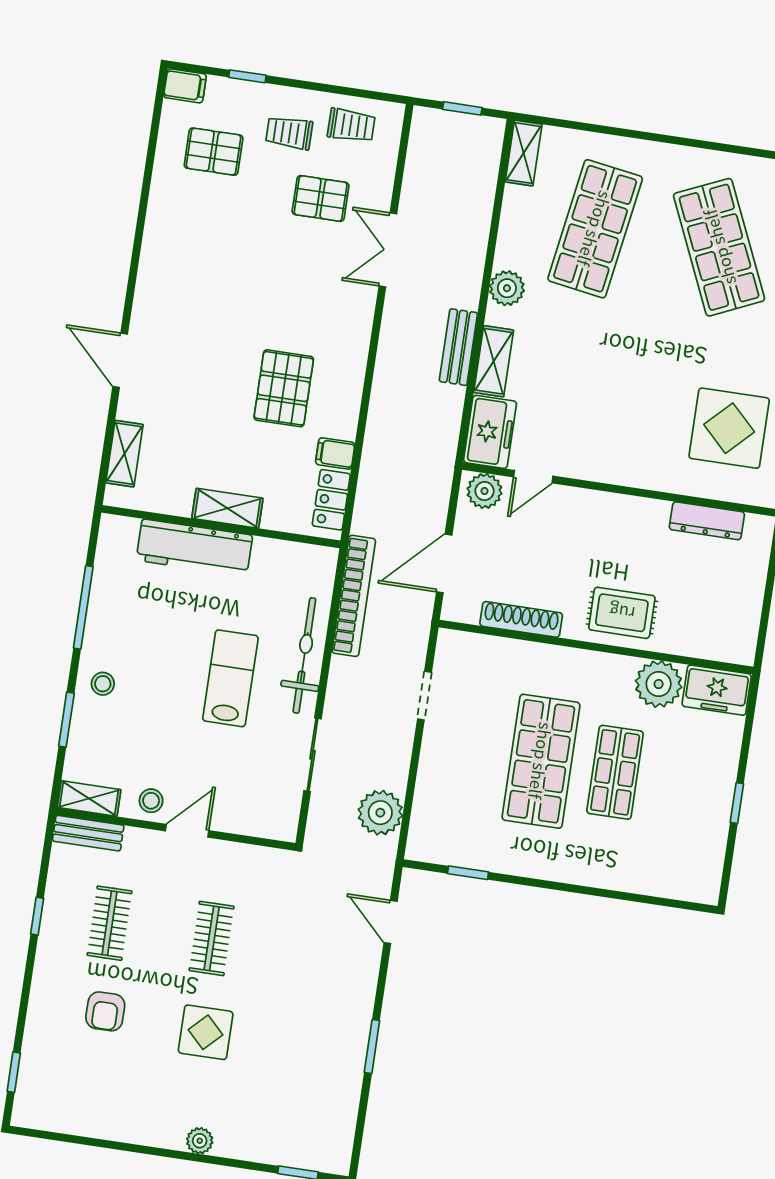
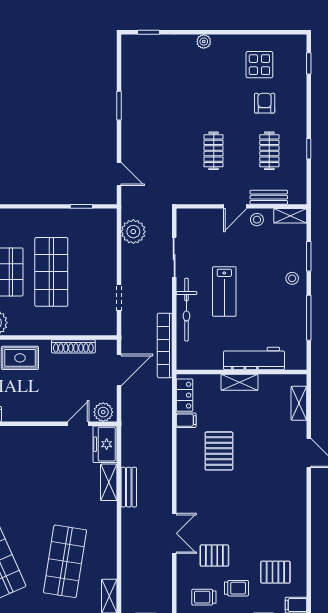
plant: (507, 288) -> (107, 522), removed
bench: (88, 833) -> (269, 197), moved
display table: (206, 1032) -> (259, 65), moved

